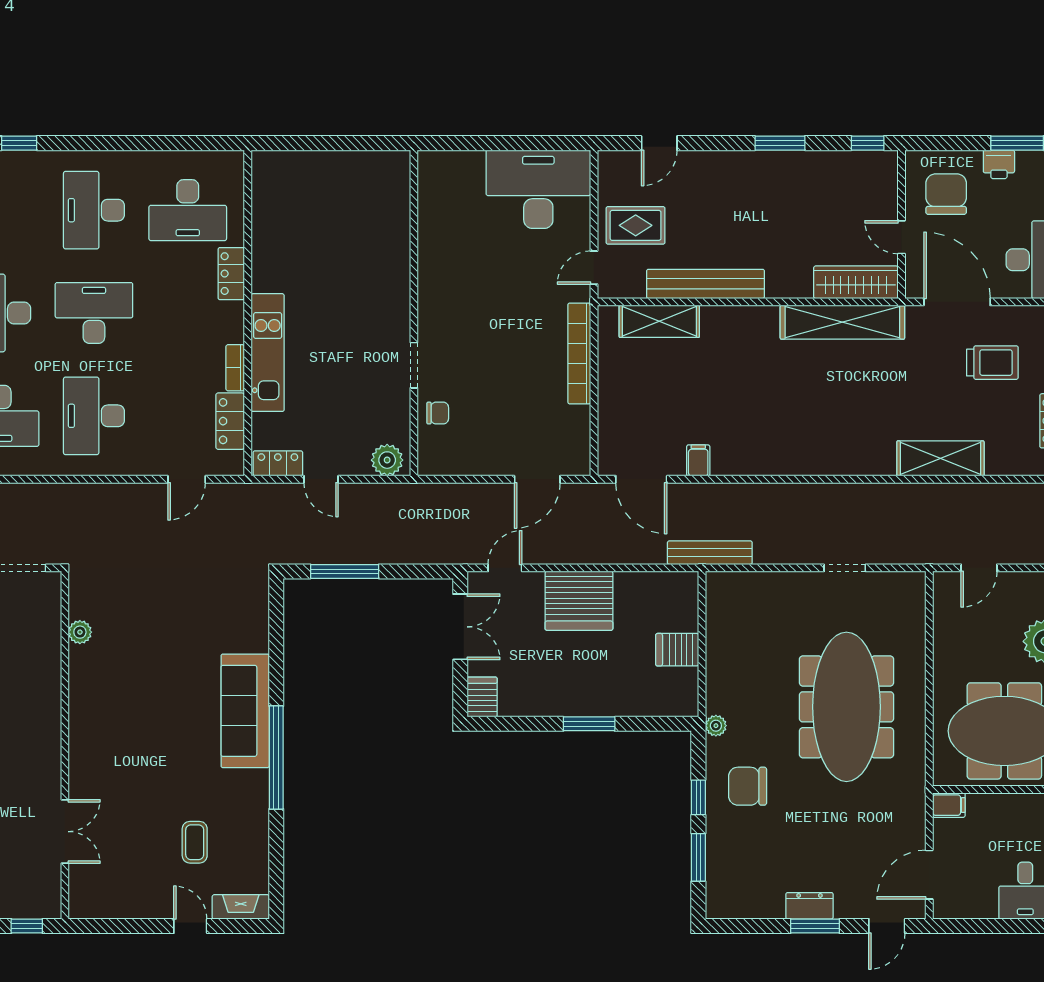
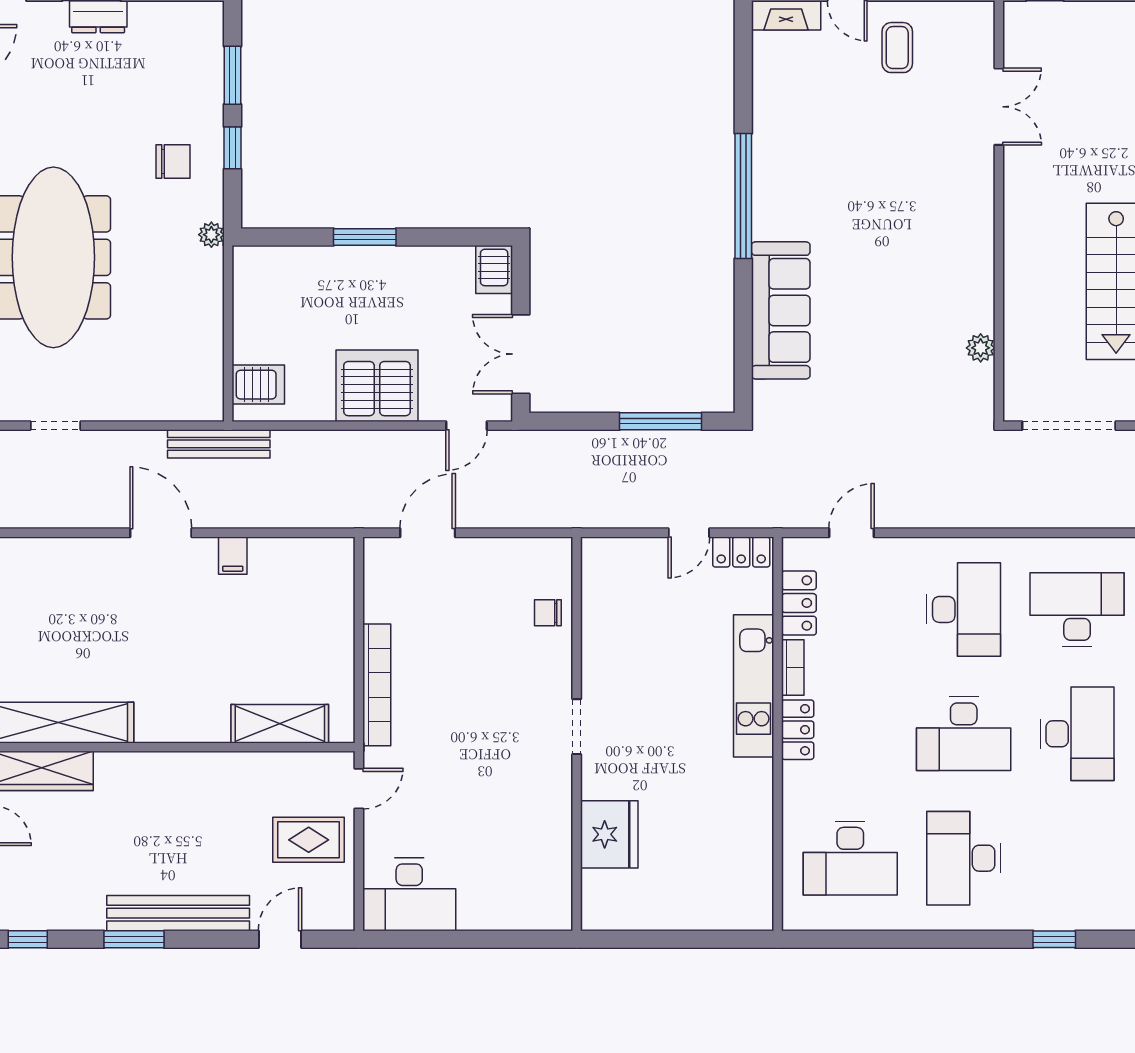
desk: (538, 189) -> (409, 894), width x0.73, depth x0.77
desk: (94, 210) -> (964, 858), turned 180
desk: (188, 210) -> (850, 858), turned 180
fridge: (387, 230) -> (609, 834), added
locker: (231, 274) -> (798, 730), moved
bench: (706, 284) -> (178, 913), moved
doorway: (414, 365) -> (577, 727), moved
plant: (387, 460) -> (609, 556), removed
door: (321, 479) -> (689, 533), swing flipped
door: (641, 479) -> (161, 533), moved
server rack: (677, 650) -> (258, 385), moved
sofa: (245, 711) -> (781, 310), moved
chair: (748, 786) -> (173, 161), width x0.73, depth x0.73
double door: (65, 832) -> (999, 107), swing flipped
coffee table: (195, 842) -> (897, 48), moved

